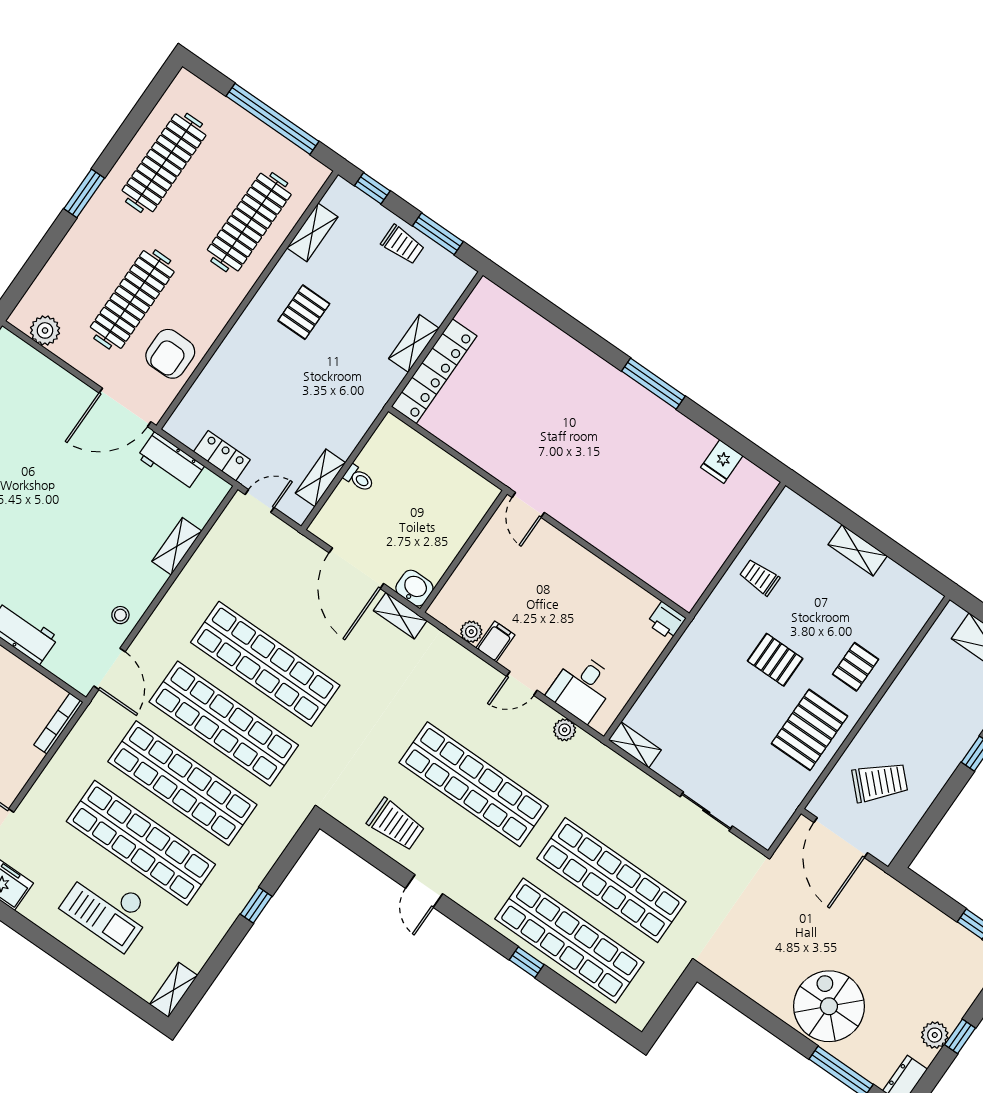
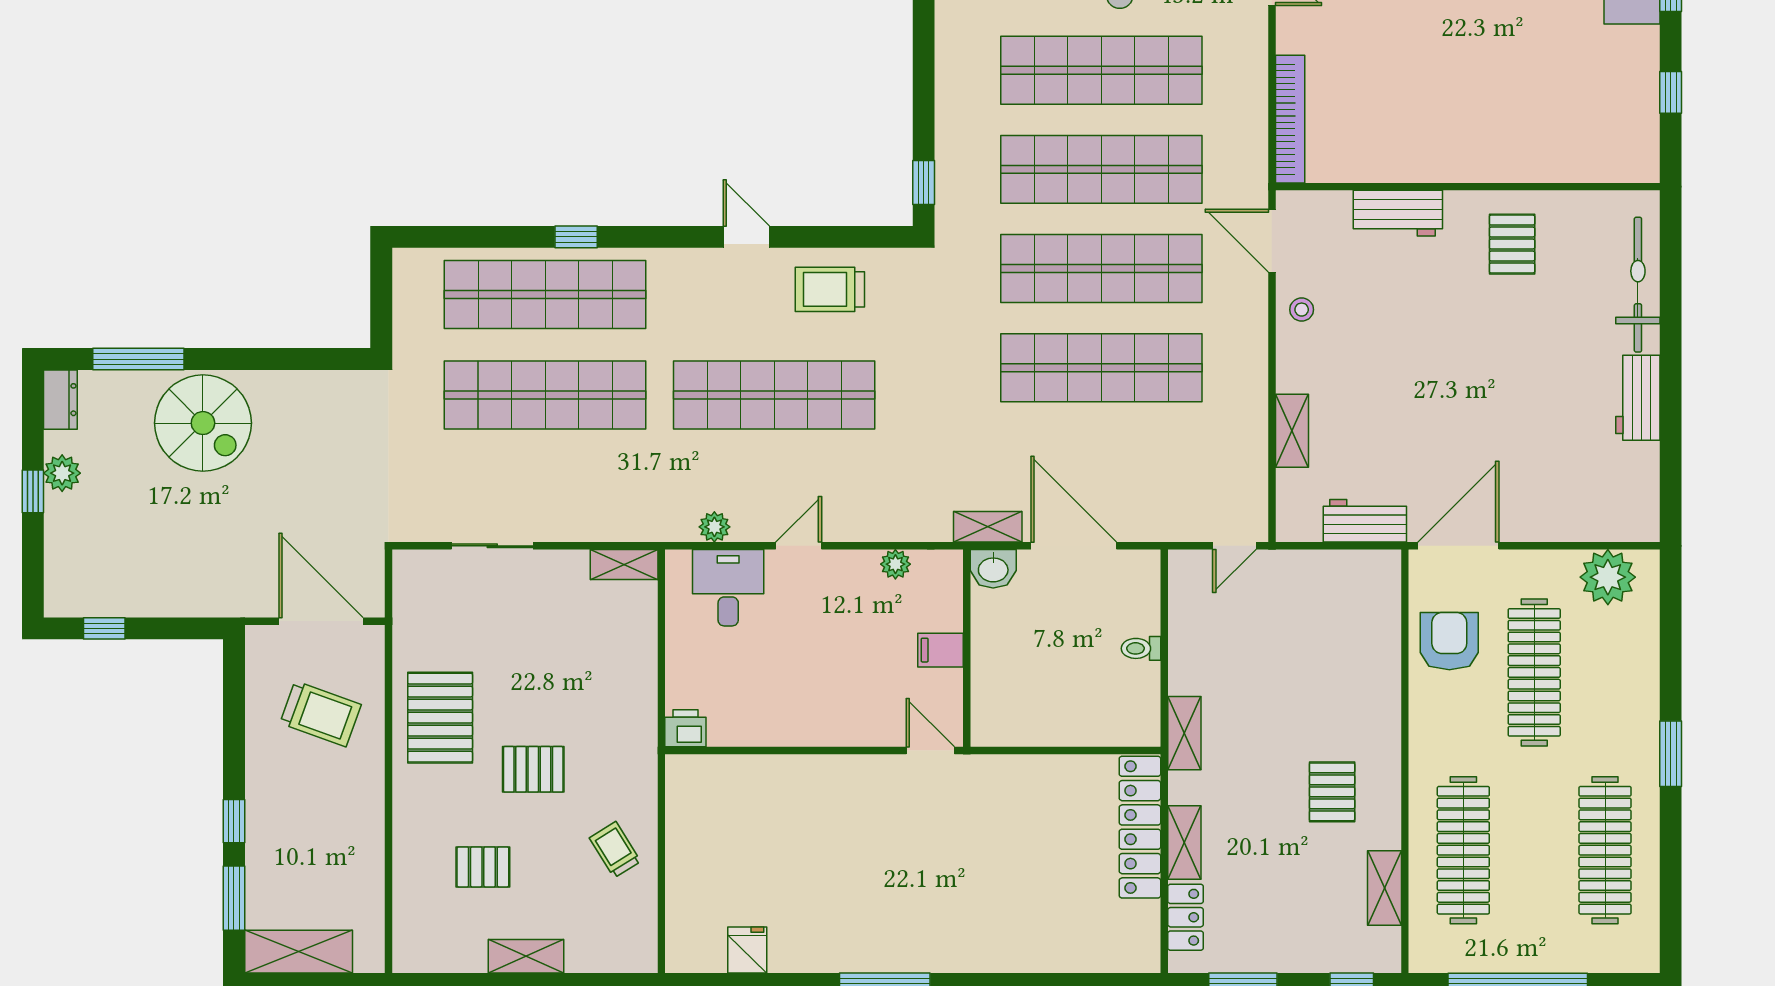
trolley: (403, 245) -> (1274, 944), removed
plant: (45, 330) -> (1608, 577), width x1.36, depth x1.36
locker: (222, 456) -> (1186, 917), moved, turned -90
shelving: (320, 478) -> (1184, 733), moved
trolley: (759, 577) -> (615, 850), turned -122
filing cabinet: (495, 641) -> (940, 650), moved, turned 90
pallet: (856, 667) -> (483, 867), moved, turned 90
bookcase: (58, 723) -> (1290, 119), width x1.48, depth x1.31
trolley: (880, 782) -> (321, 714), turned -115
window: (256, 905) -> (924, 182), moved

